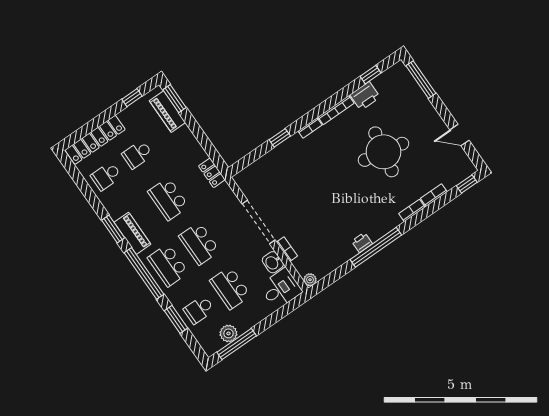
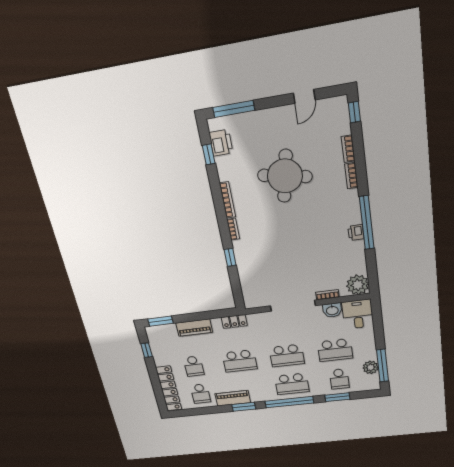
printer: (365, 96) -> (221, 143), moved
piano: (167, 112) -> (194, 328), moved
piano: (132, 233) -> (233, 398), moved
plant: (310, 280) -> (358, 285), width x1.88, depth x1.88

